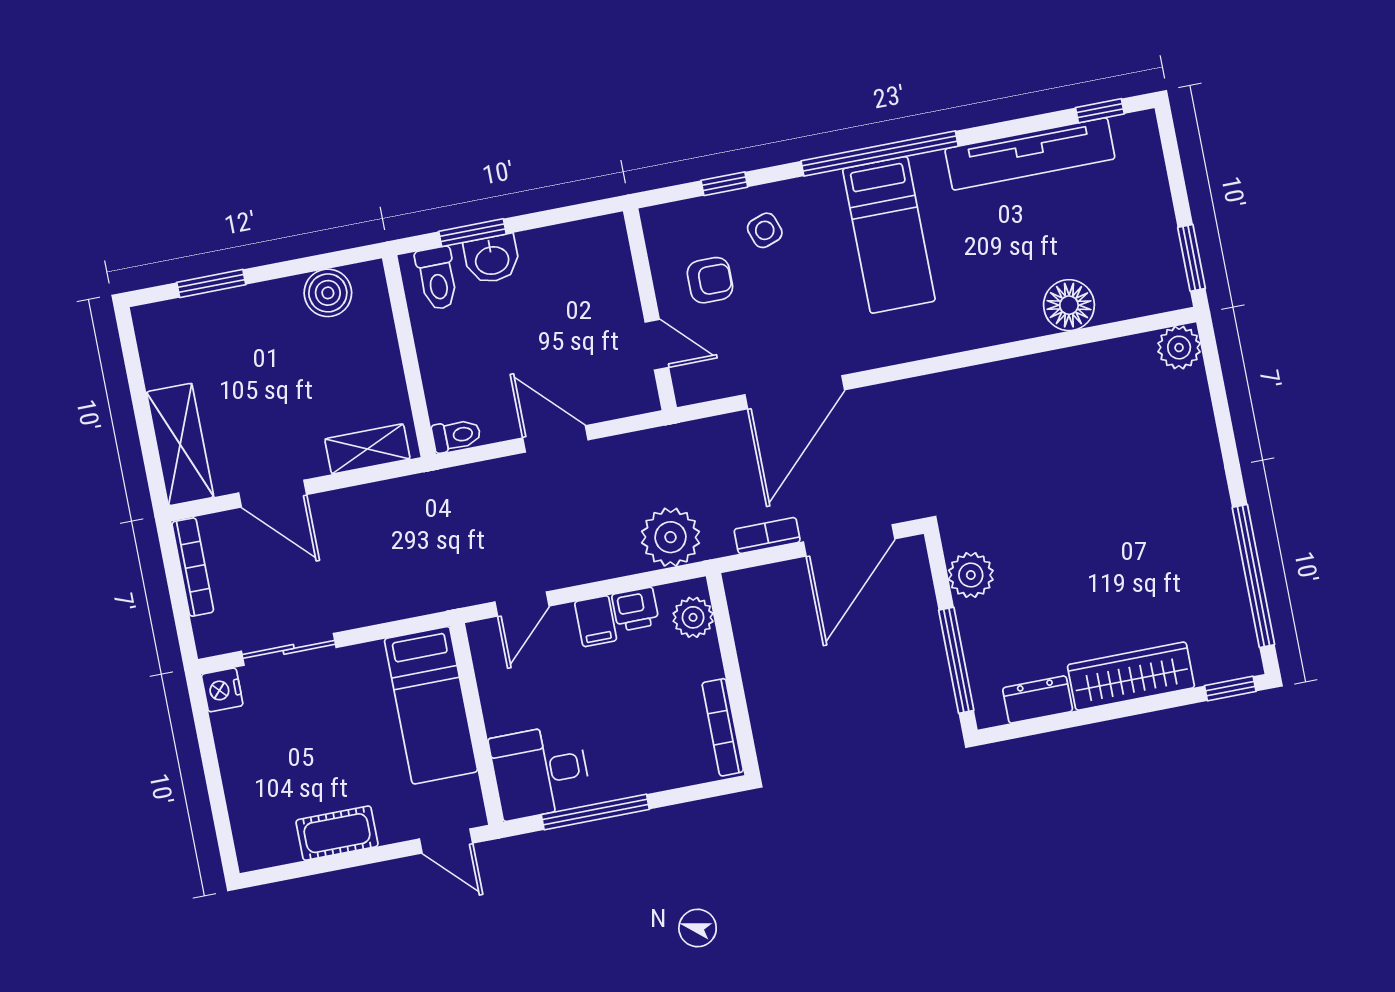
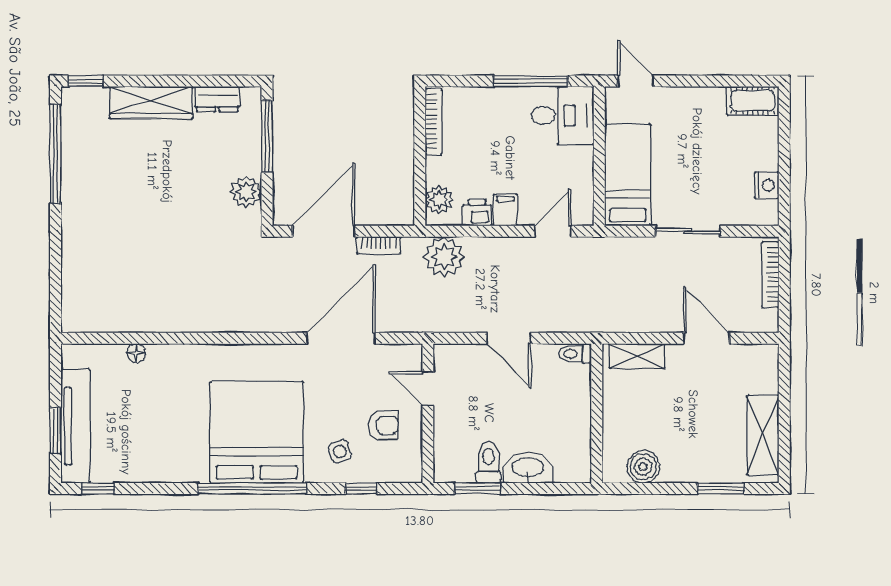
tv unit: (1030, 154) -> (75, 426), moved, turned 90
window: (472, 233) -> (478, 488), moved
bed: (889, 235) -> (257, 432), width x2.04
window: (1192, 258) -> (55, 430), moved
washbasin: (492, 259) -> (528, 468), width x1.38
toilet: (437, 278) -> (488, 462), moved
armchair: (710, 280) -> (384, 425), turned 180
floor lamp: (1069, 305) -> (136, 353), width x0.53, depth x0.53
plant: (1179, 348) -> (76, 318), removed
shelving: (180, 445) -> (763, 435), moved
bookcase: (193, 567) -> (770, 275), moved
sliding door: (289, 649) -> (688, 231), moved
nightstand: (222, 690) -> (767, 185), moved
cot: (337, 833) -> (753, 101), moved

